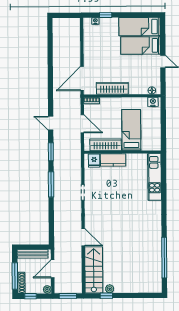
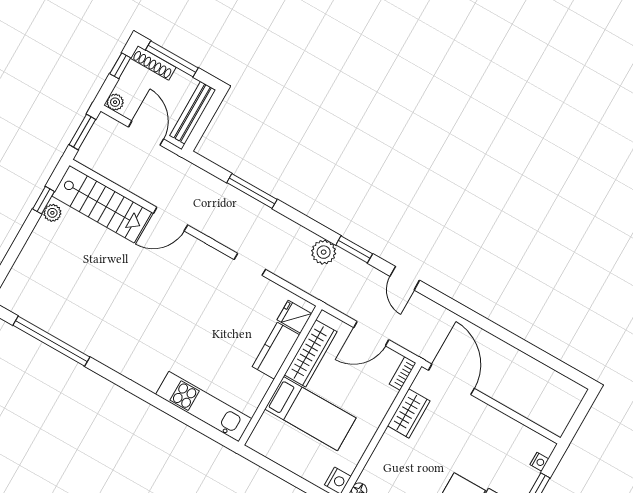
wardrobe: (112, 88) -> (409, 413), width x0.67
door: (51, 123) -> (405, 278), swing flipped
plant: (60, 164) -> (324, 252), added
window: (51, 184) -> (252, 191), moved

